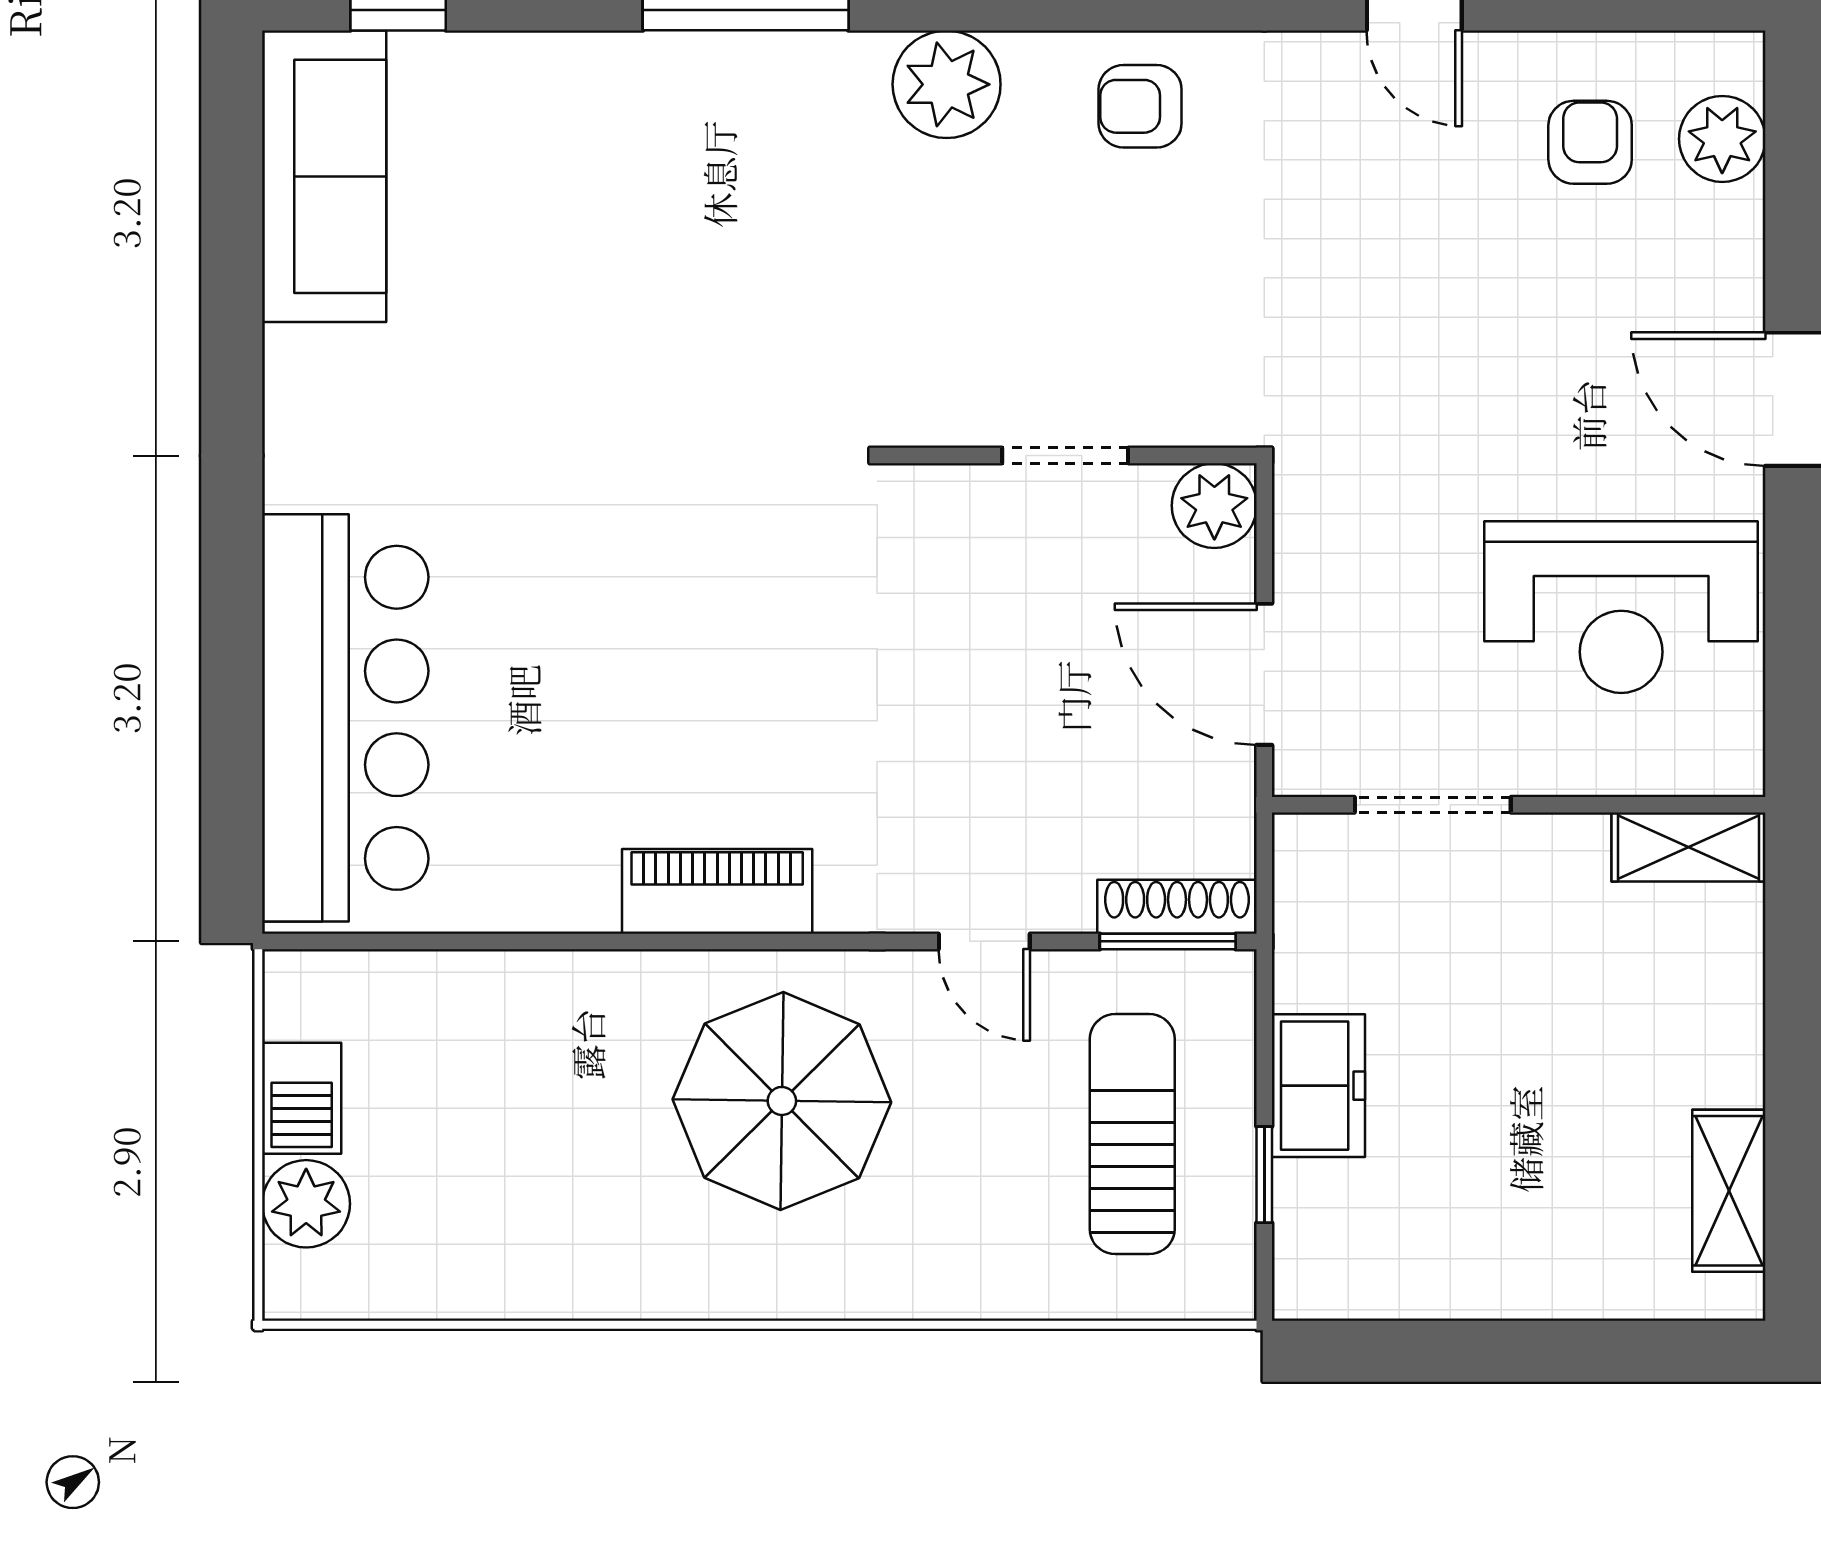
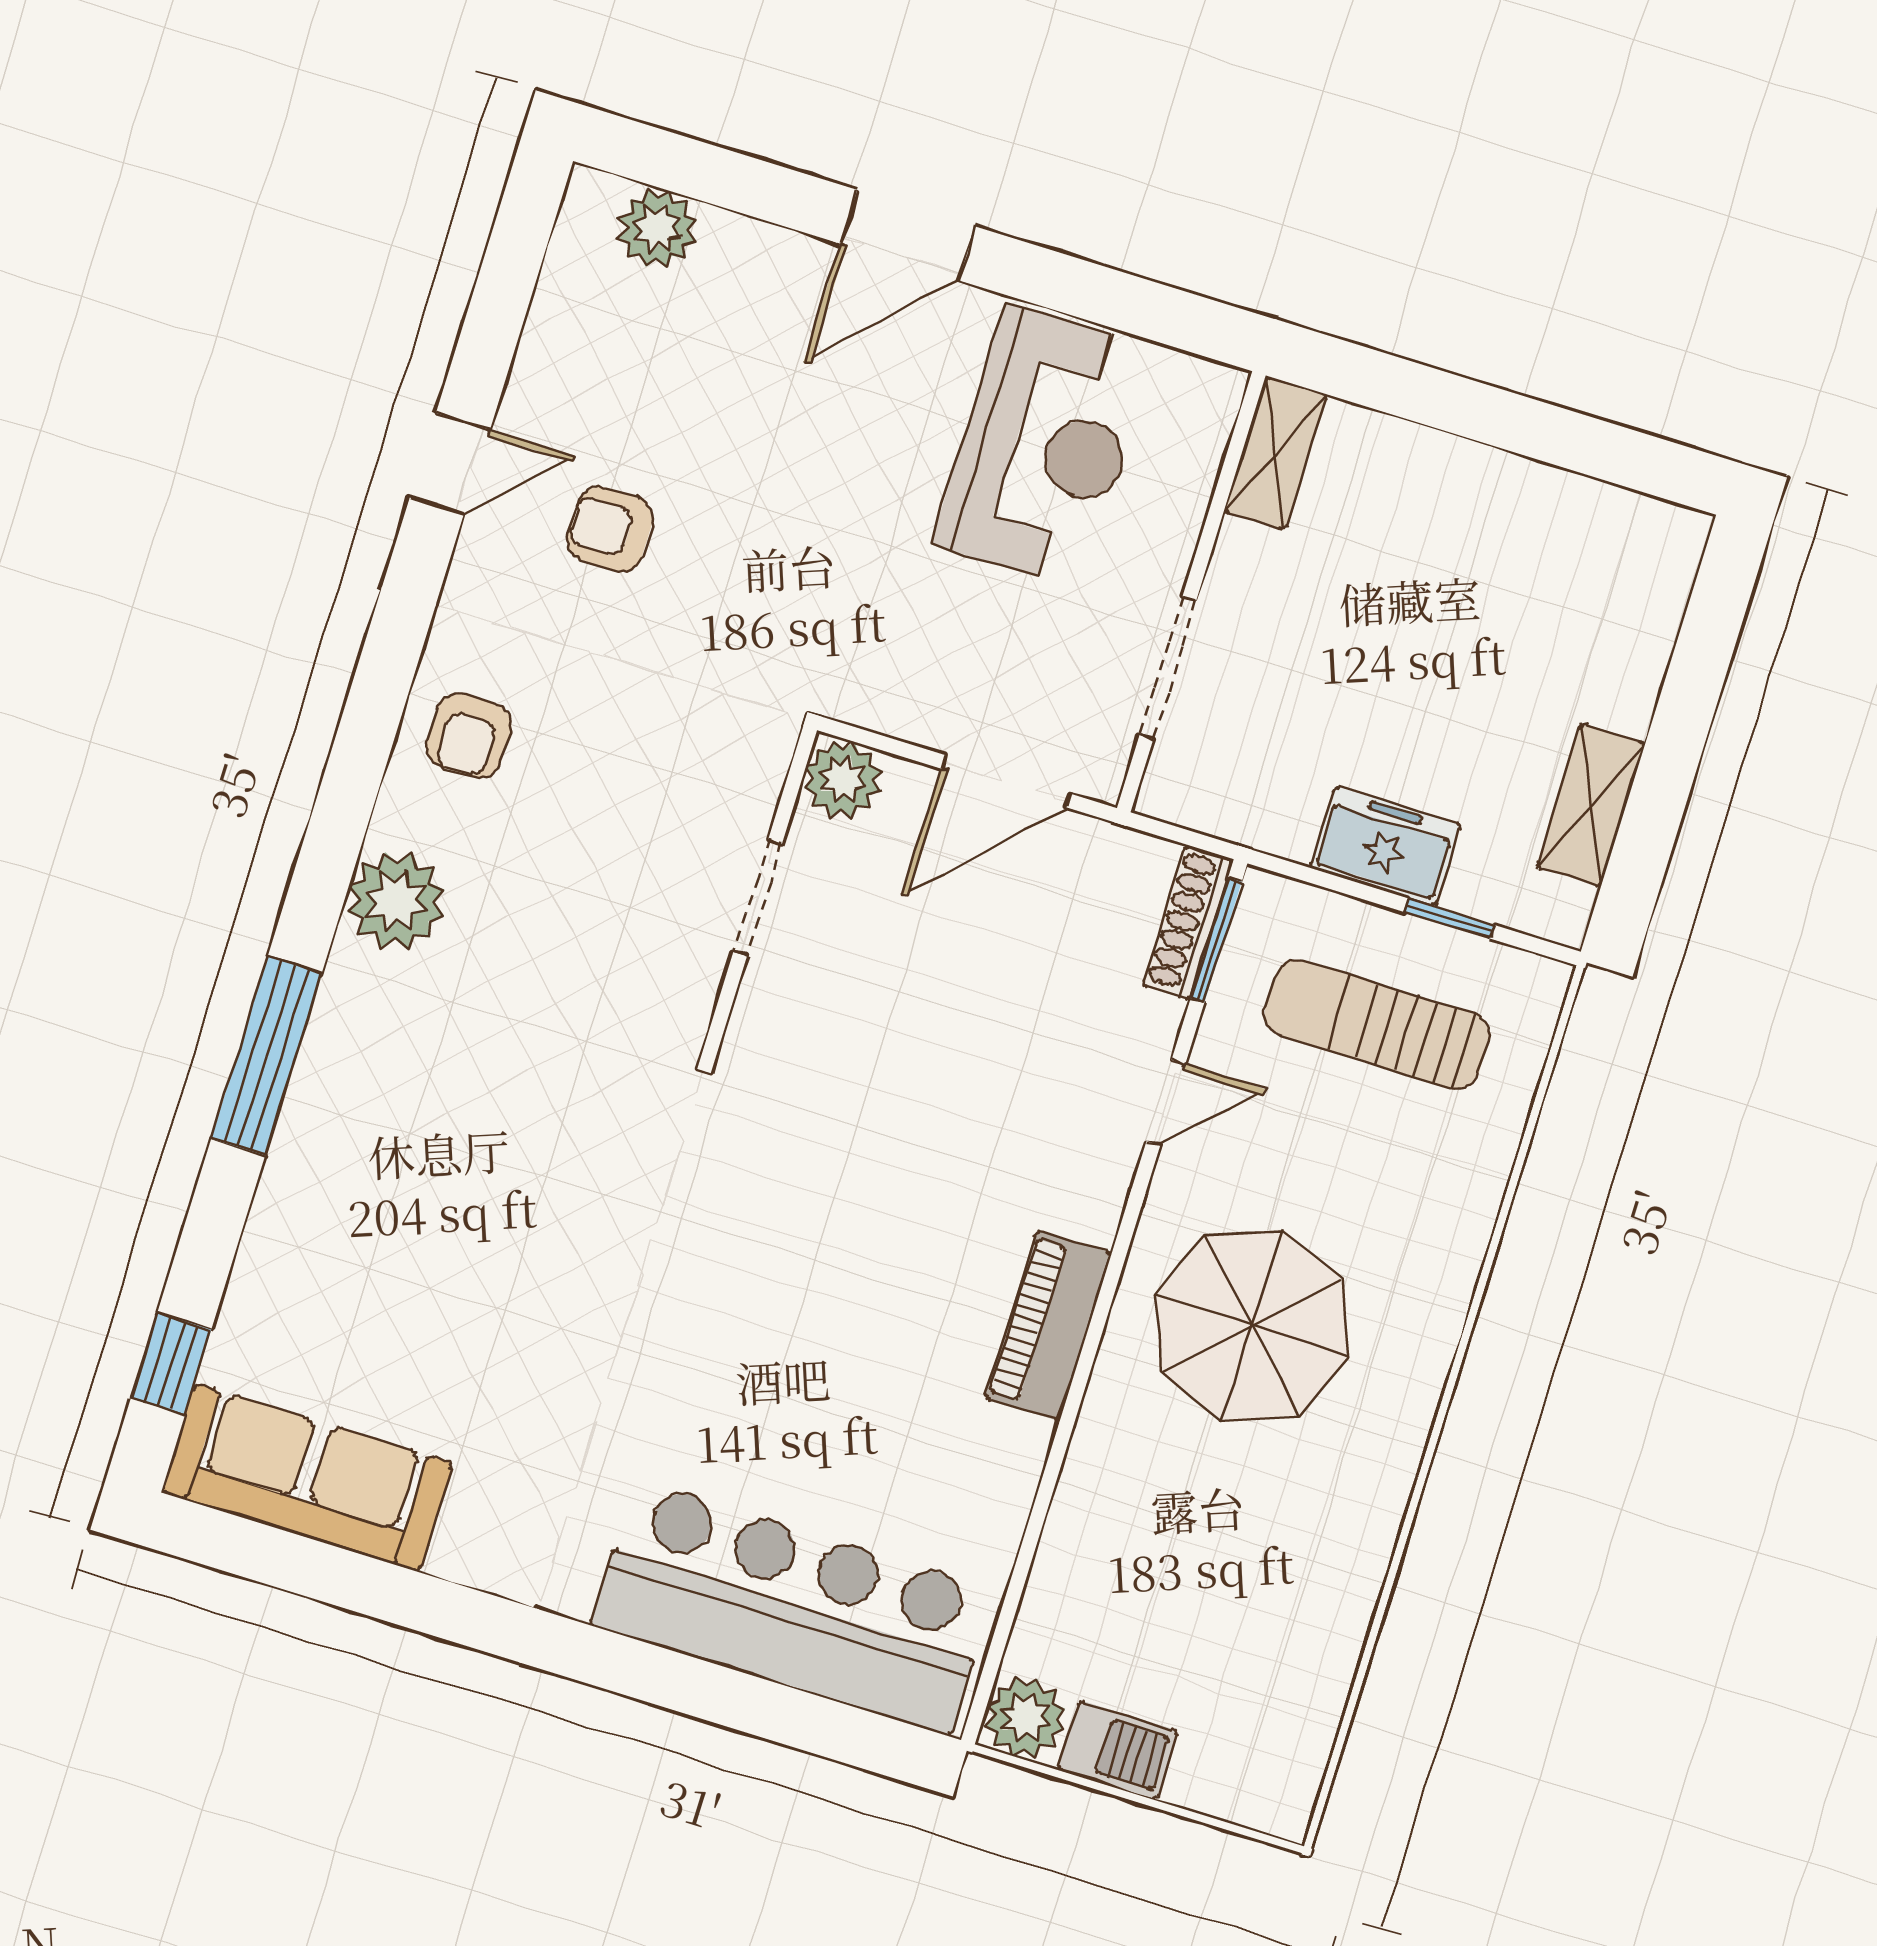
armchair: (1590, 142) -> (610, 529), moved
shelving: (1729, 1191) -> (1591, 805), moved, turned 90
plant: (306, 1204) -> (1025, 1718), moved

